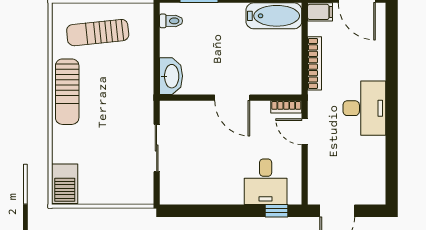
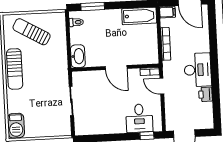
sun lounger: (98, 33) -> (32, 32), turned 36
printer: (375, 149) -> (206, 94), added

